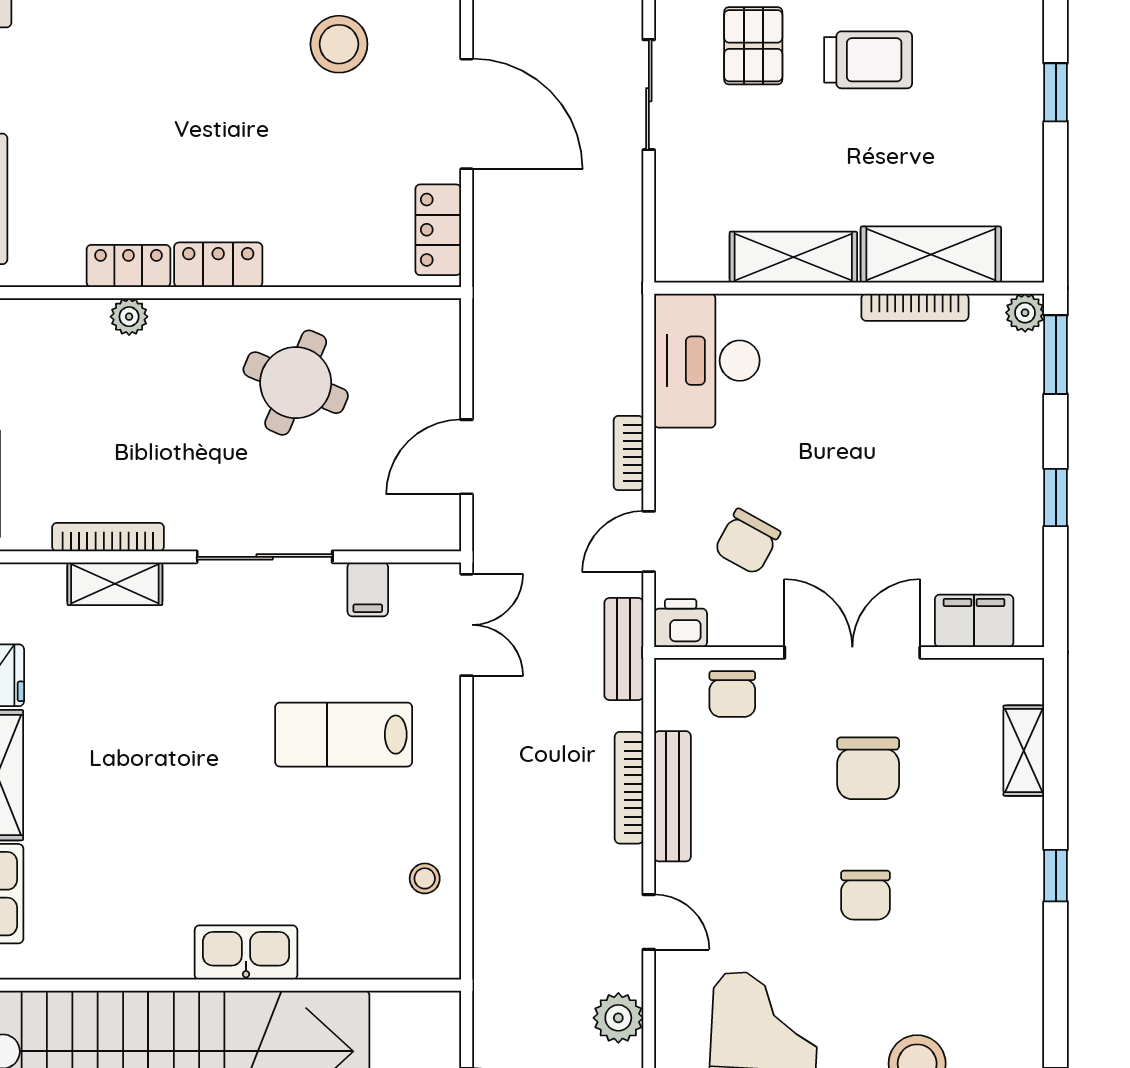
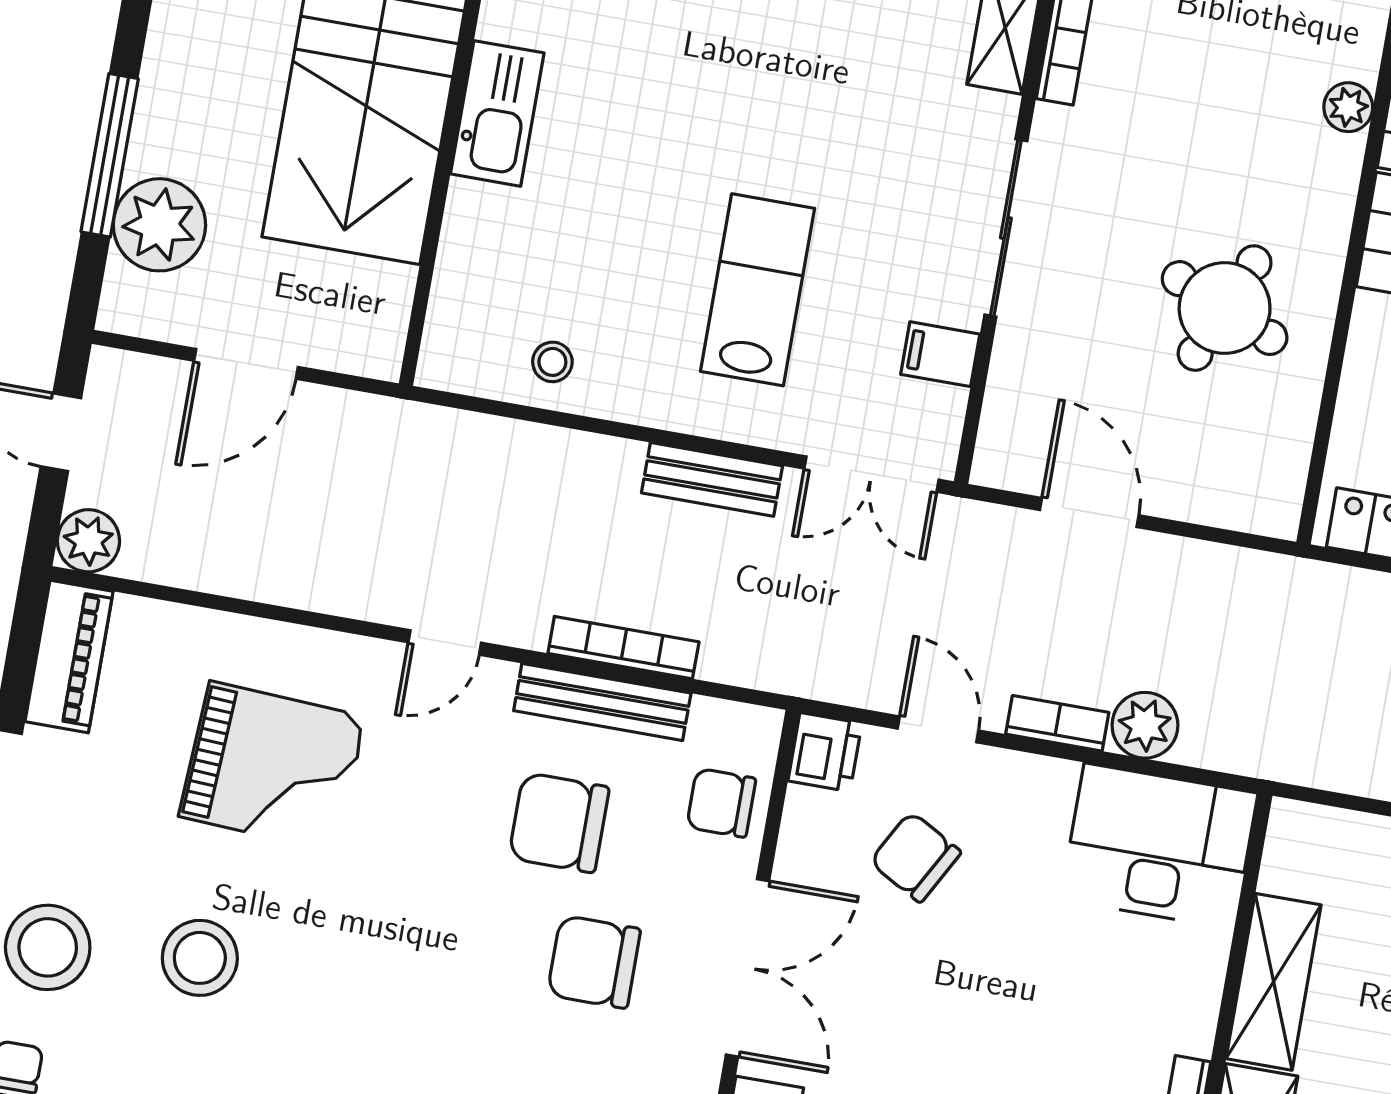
bench: (624, 649) -> (712, 479), moved
chair: (865, 895) -> (559, 823), moved, width x1.37, depth x1.37
plant: (618, 1018) -> (1145, 725), moved

